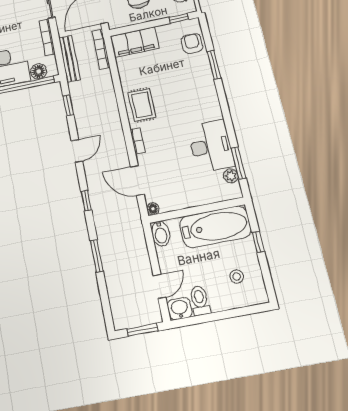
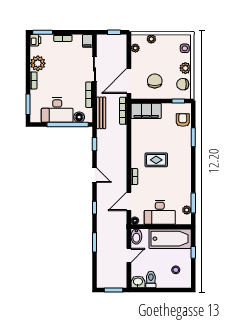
rug: (142, 105) -> (156, 160), moved, turned 90
desk: (211, 146) -> (160, 212), moved, turned 90
door: (77, 151) -> (94, 175), hinge flipped
door: (137, 180) -> (129, 201), hinge flipped
door: (159, 286) -> (129, 255), moved

